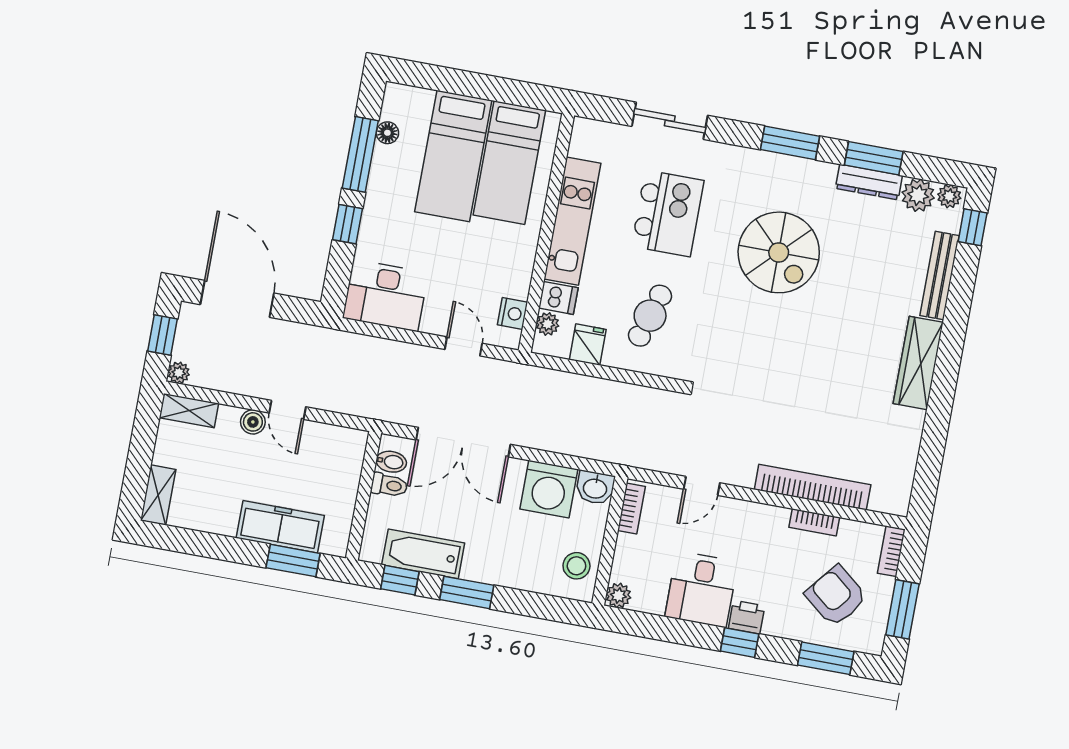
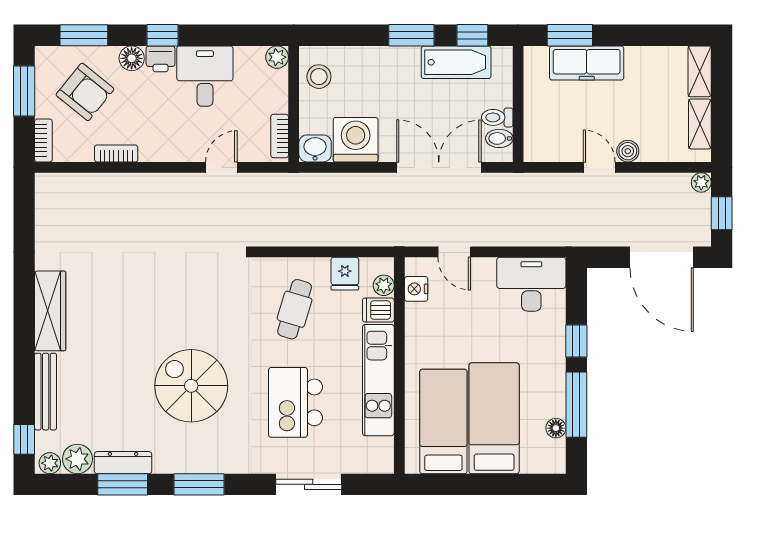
shelving: (189, 411) -> (700, 124), moved, turned 90
bookcase: (813, 487) -> (123, 184), removed
floor lamp: (778, 624) -> (132, 58), added

